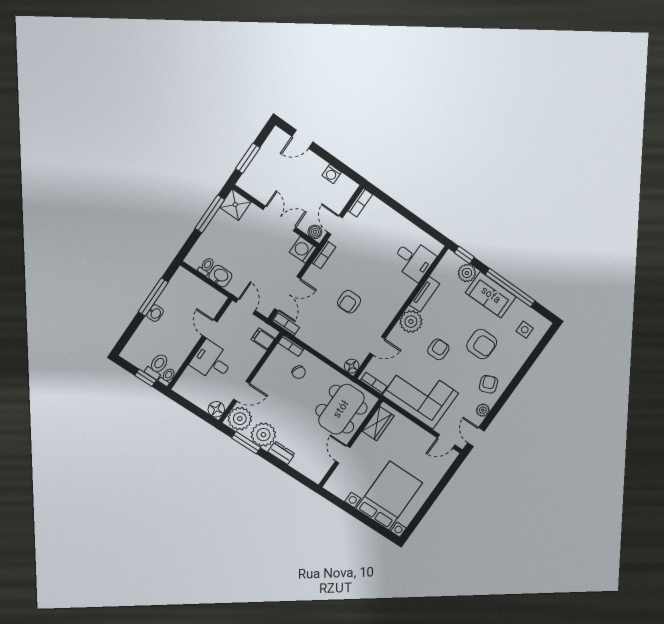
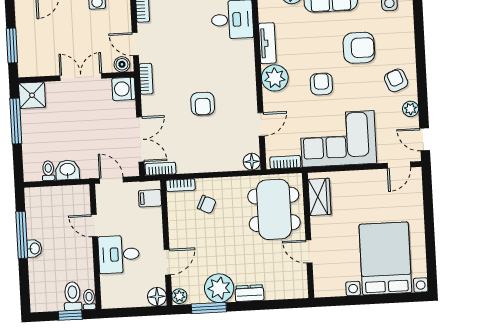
plant: (240, 419) -> (179, 296), width x0.53, depth x0.53

